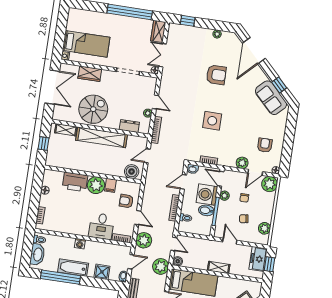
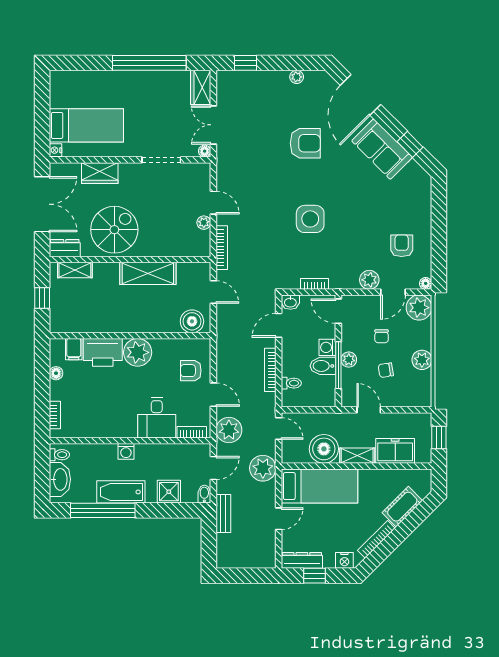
sofa: (271, 98) -> (382, 149), moved
dresser: (129, 126) -> (65, 248), moved
shelving: (102, 137) -> (148, 273), width x0.68
door: (147, 156) -> (213, 292), swing flipped
filing cabinet: (110, 185) -> (74, 349), moved
washing machine: (207, 195) -> (327, 347), width x0.53, depth x0.53
plant: (224, 196) -> (349, 360), moved
plant: (265, 228) -> (422, 360), moved
freezer: (258, 259) -> (395, 451), moved, turned 90
boiler: (178, 261) -> (324, 449), moved, width x1.86, depth x1.86

